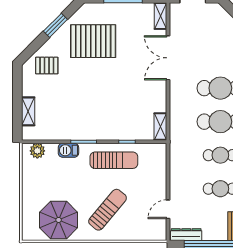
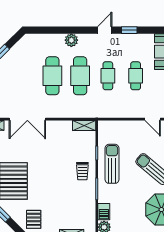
trolley: (105, 124) -> (82, 171), added
barbecue: (68, 150) -> (104, 212), moved

